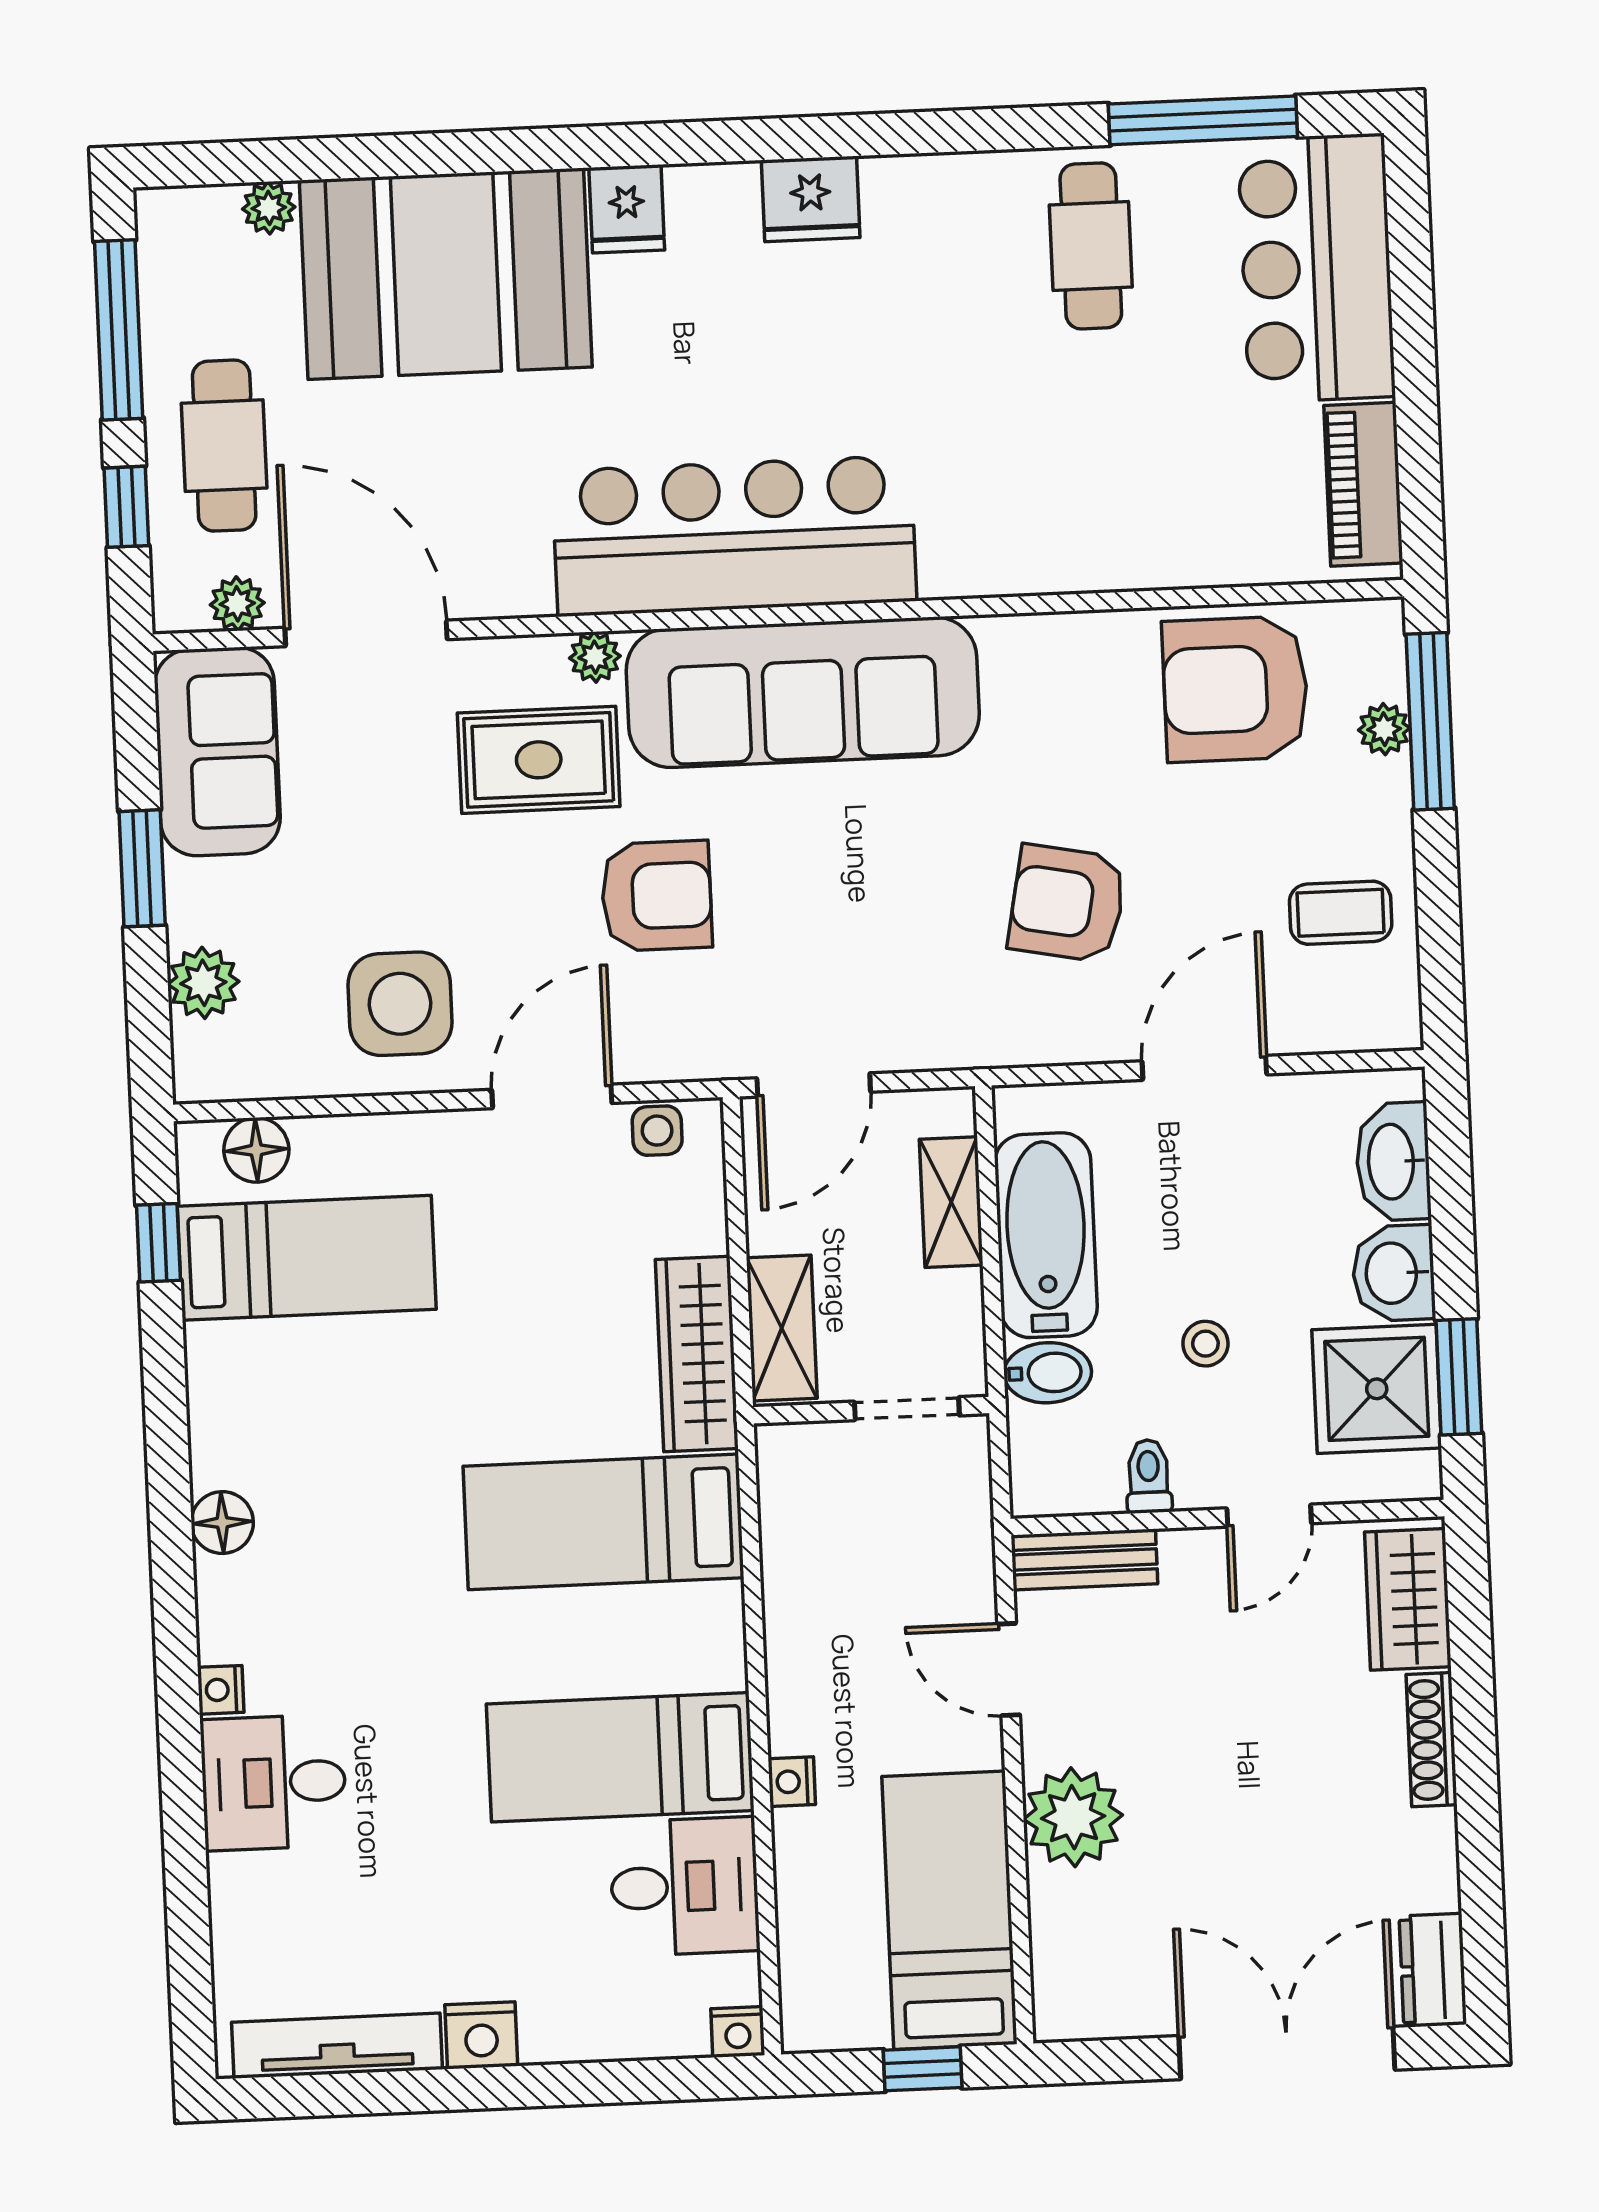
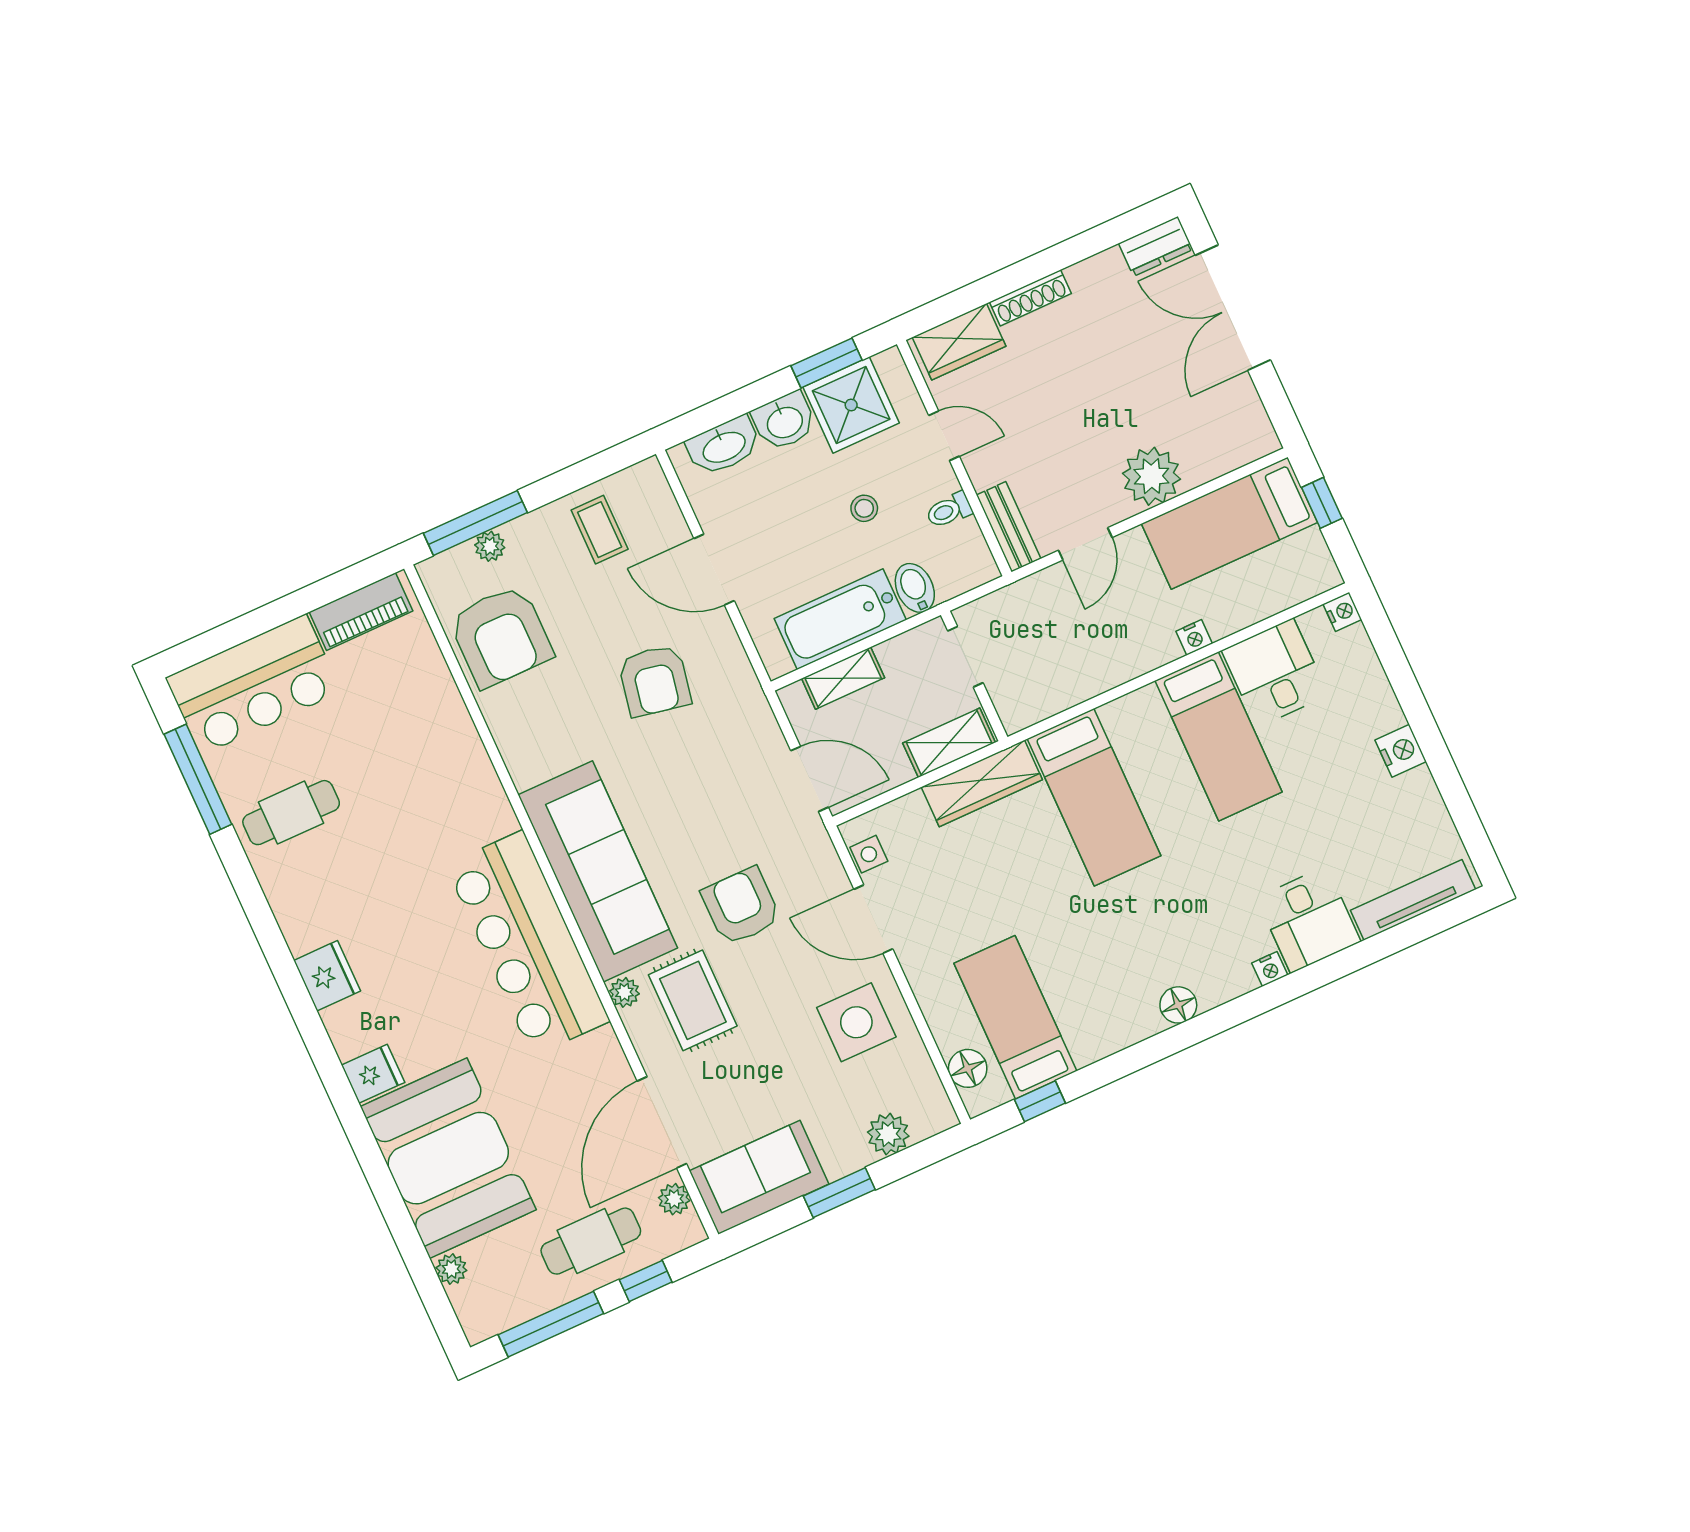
tv unit: (337, 2046) -> (1413, 900), moved, turned 90

